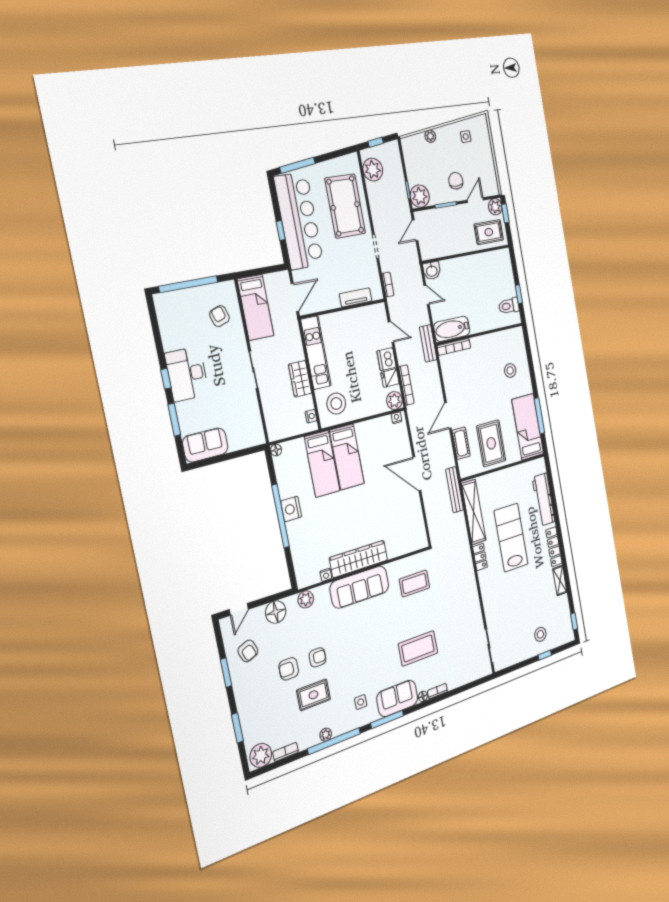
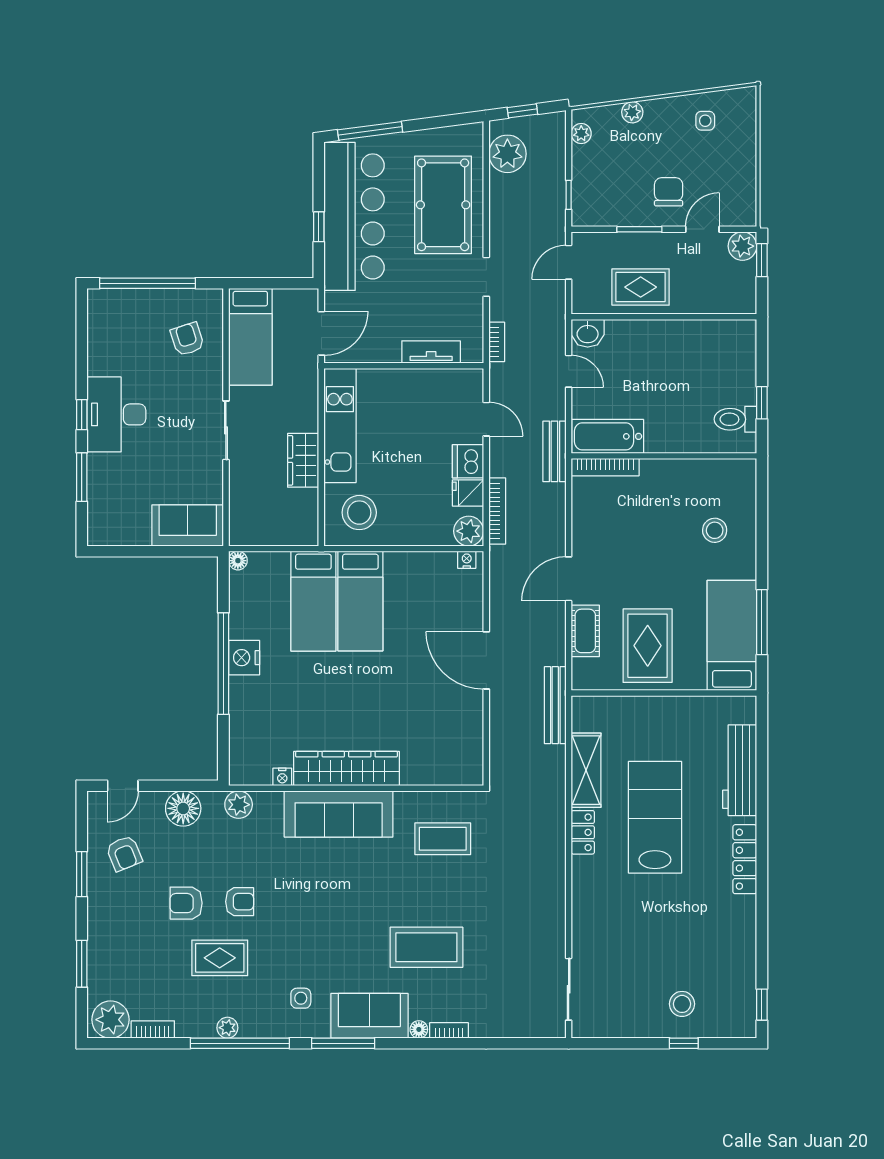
plant: (420, 196) -> (581, 134), moved, width x0.53, depth x0.53
rug: (489, 232) -> (641, 287), moved
nightstand: (311, 416) -> (310, 522), removed
sofa: (205, 445) -> (188, 525), moved
shelving: (474, 512) -> (586, 770), width x0.68
shelving: (560, 581) -> (745, 923), removed

